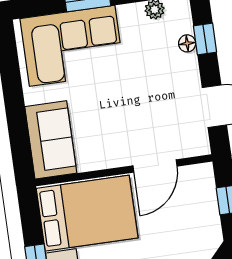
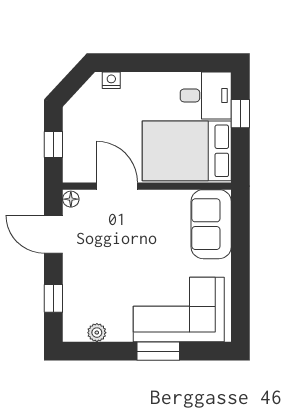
floor lamp: (187, 43) -> (71, 199), moved
door: (155, 166) -> (117, 186), hinge flipped

